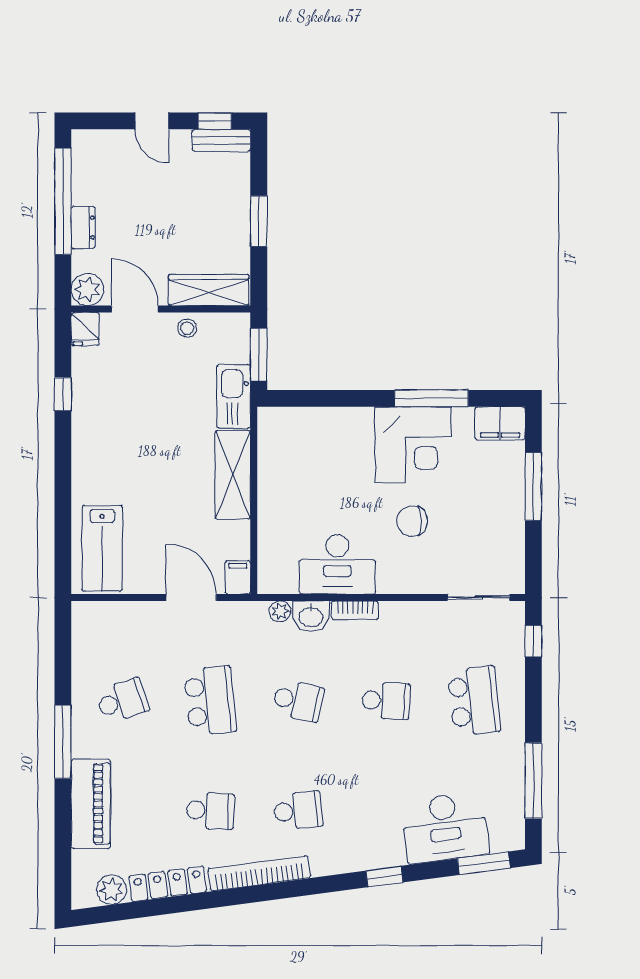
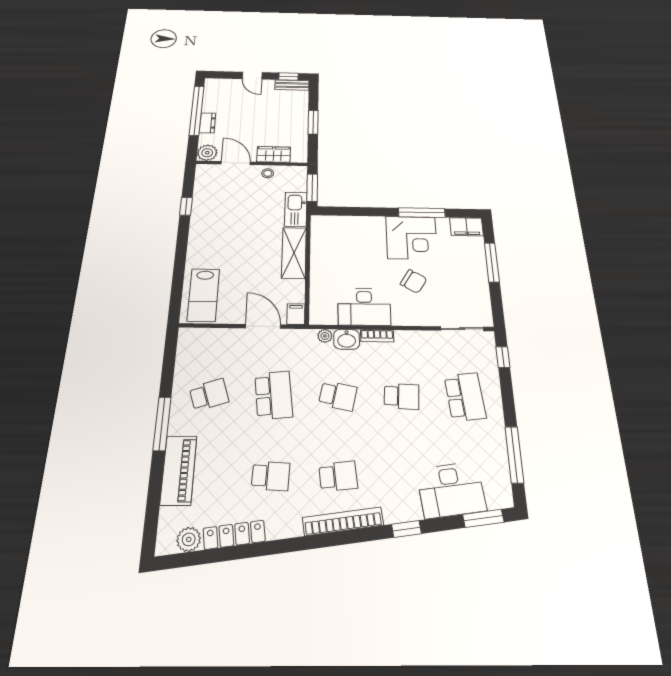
wardrobe: (209, 290) -> (274, 154), width x0.67
fridge: (85, 329) -> (204, 173), removed
chair: (412, 521) -> (414, 281), turned -149
bookcase: (259, 873) -> (343, 521), moved

